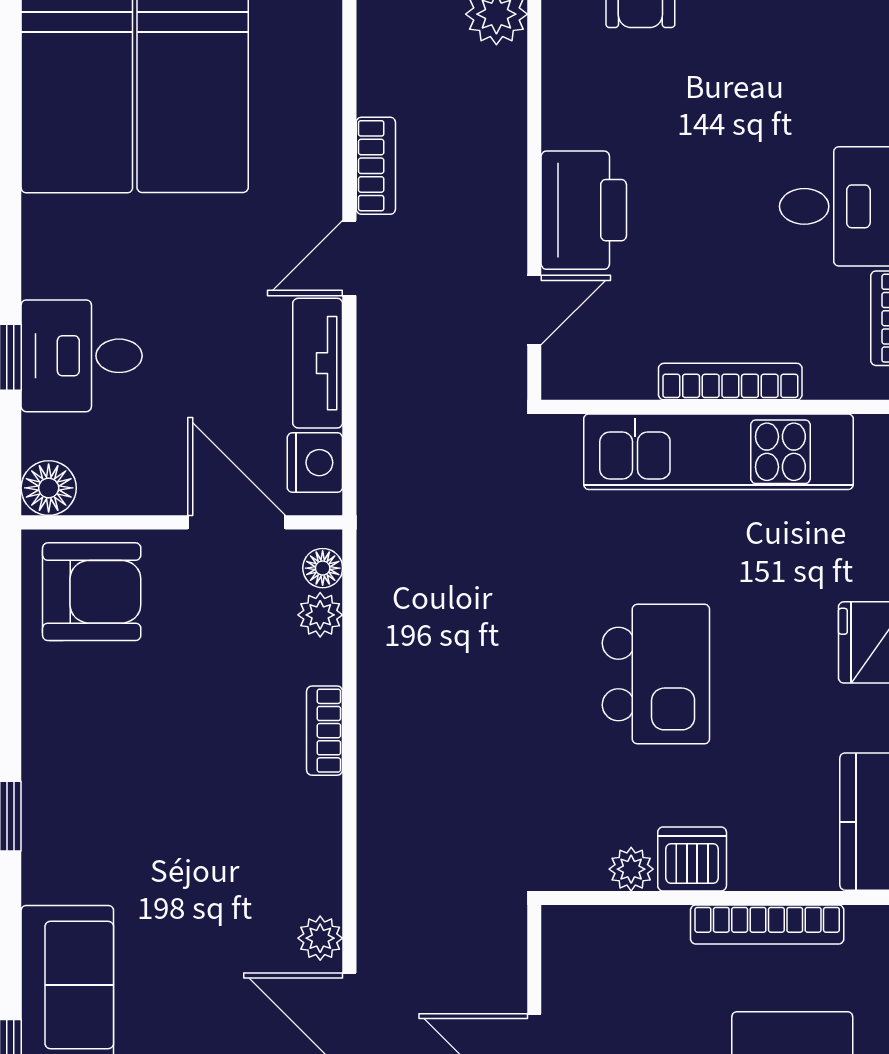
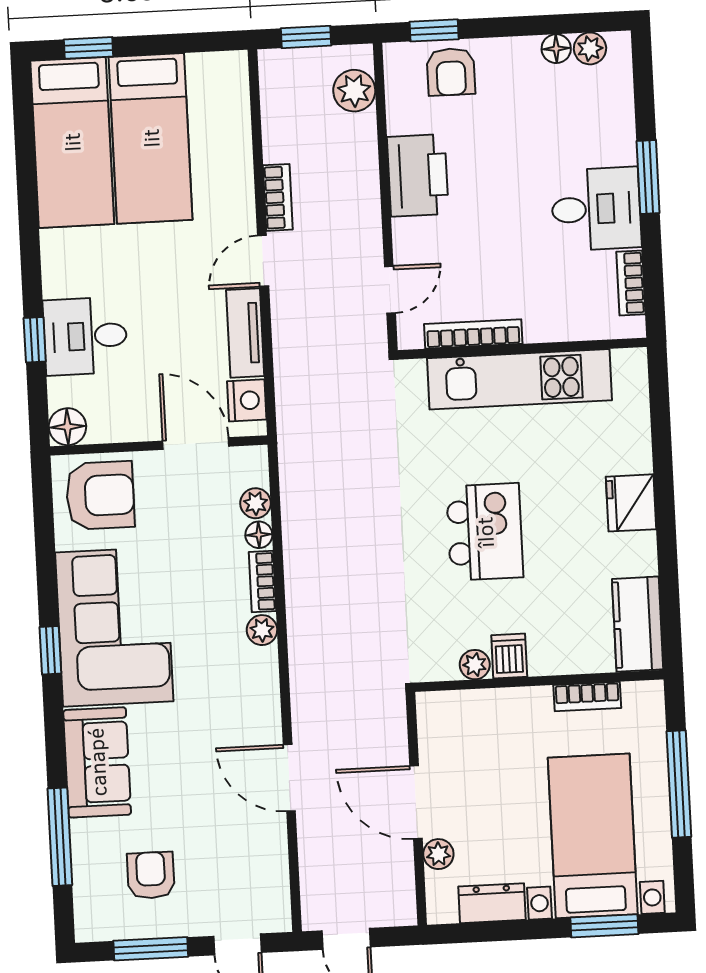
printer: (584, 210) -> (418, 175), moved
bookcase: (730, 382) -> (473, 334), moved
floor lamp: (323, 568) -> (259, 535), moved
corner sofa: (103, 786) -> (114, 627), added
dishwasher: (692, 859) -> (509, 656), width x0.73
bookcase: (767, 924) -> (587, 697), width x0.64
plant: (320, 938) -> (262, 630), moved

